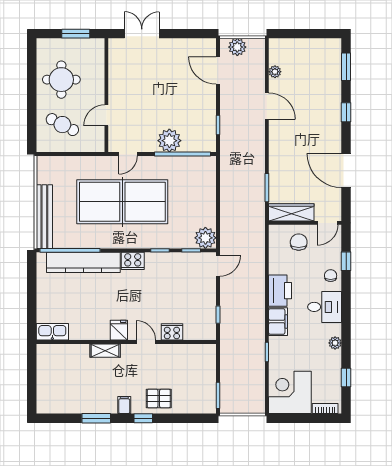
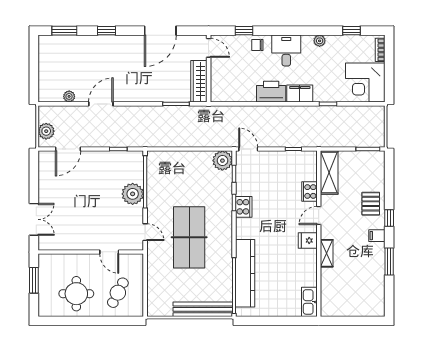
double door: (142, 34) -> (34, 219), swing flipped
table tennis table: (122, 202) -> (189, 237), width x0.73, depth x0.76
chair: (299, 242) -> (226, 74), removed
cooker: (133, 261) -> (244, 207), moved
shelving: (192, 353) -> (329, 173), added

